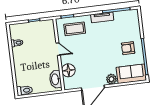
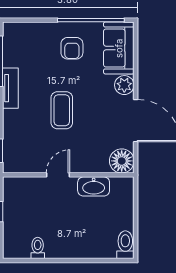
coffee table: (75, 29) -> (62, 110), moved
floor lamp: (68, 70) -> (122, 161), moved
washbasin: (55, 79) -> (94, 186), moved

